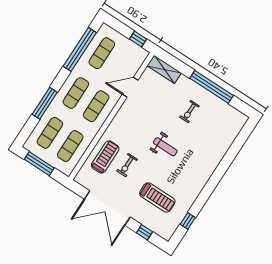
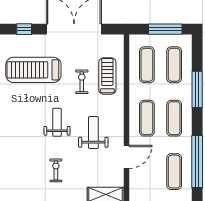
weight bench: (143, 122) -> (93, 133), added
weight bench: (165, 147) -> (57, 122), turned 90
treadmill: (105, 157) -> (107, 76), turned 180
treadmill: (157, 197) -> (33, 70), width x1.37, depth x1.38

